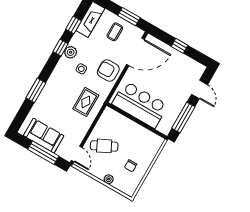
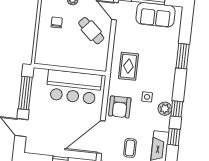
armchair: (108, 71) -> (120, 107), turned 90
cafe table: (104, 146) -> (91, 31), turned 68

